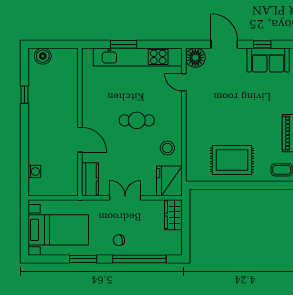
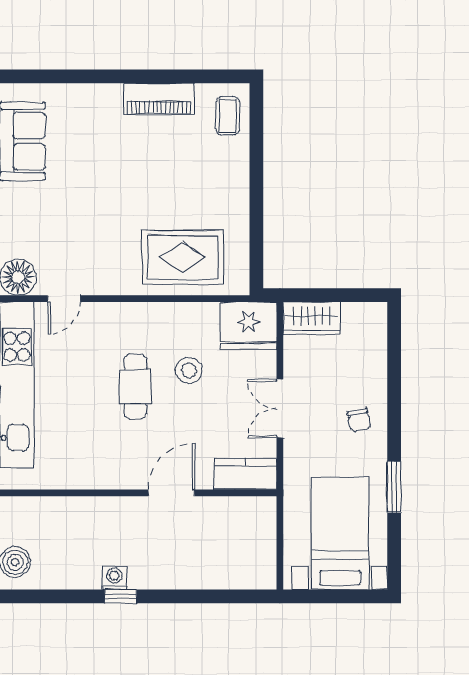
window: (25, 95) -> (121, 596), moved
stool: (167, 148) -> (189, 370), moved
rug: (232, 160) -> (183, 257), moved, turned 90
washing machine: (34, 171) -> (114, 578), moved
window: (139, 259) -> (394, 382), removed

